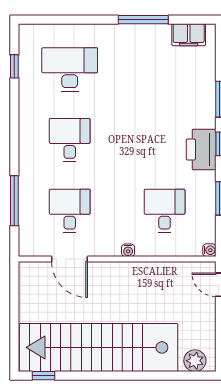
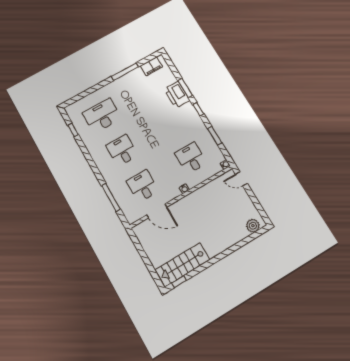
printer: (201, 149) -> (177, 95), moved
stairs: (99, 347) -> (183, 265), width x0.54, depth x0.66

